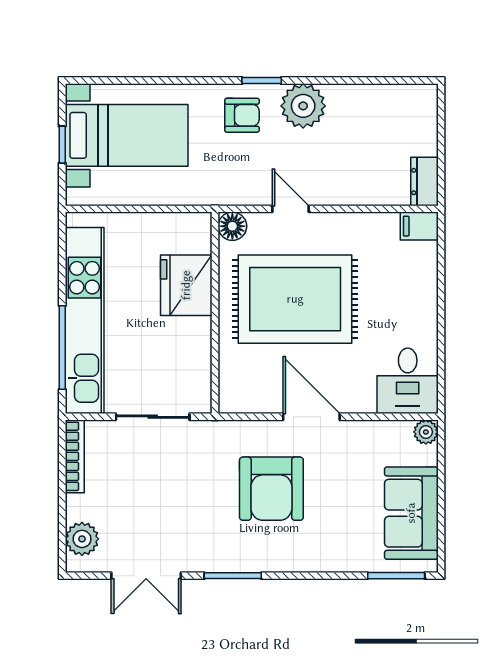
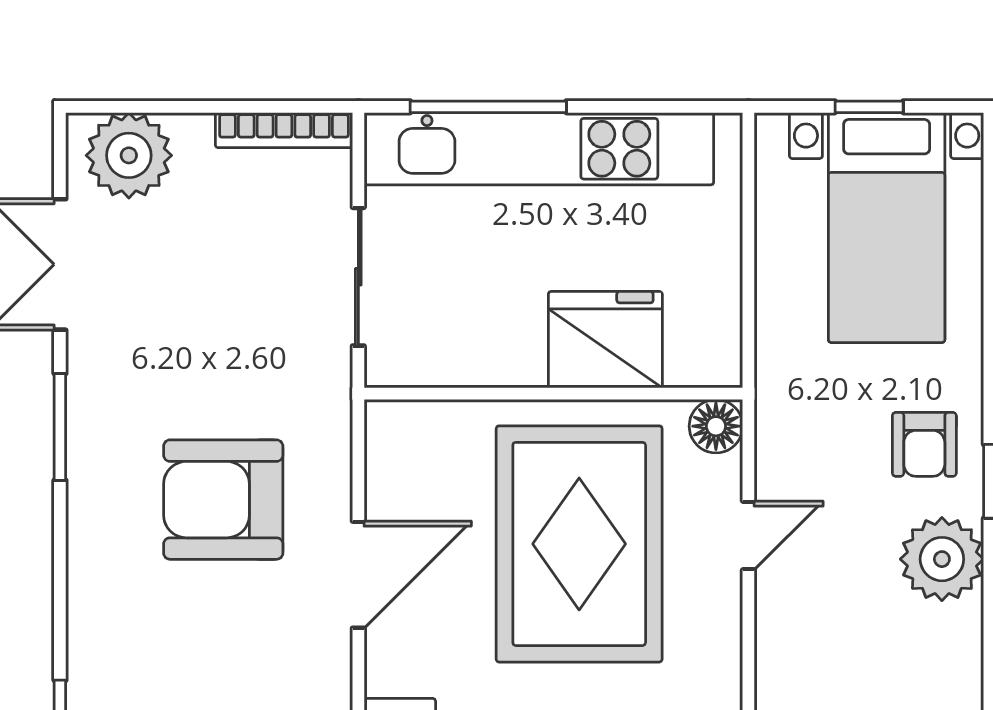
plant: (82, 539) -> (129, 155), width x1.36, depth x1.36

